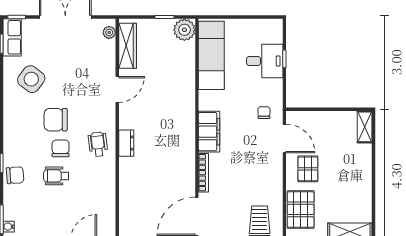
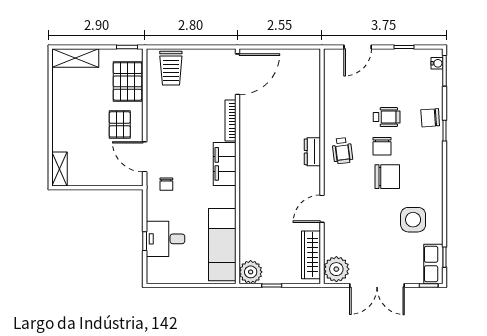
plant: (109, 32) -> (336, 269), width x1.88, depth x1.88
side table: (31, 79) -> (413, 220), turned -37

